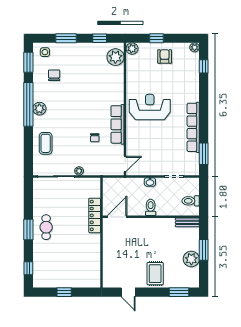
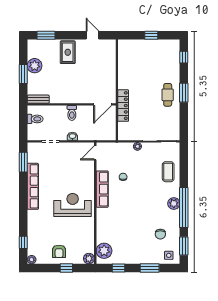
reception desk: (150, 107) -> (73, 205), turned 180

